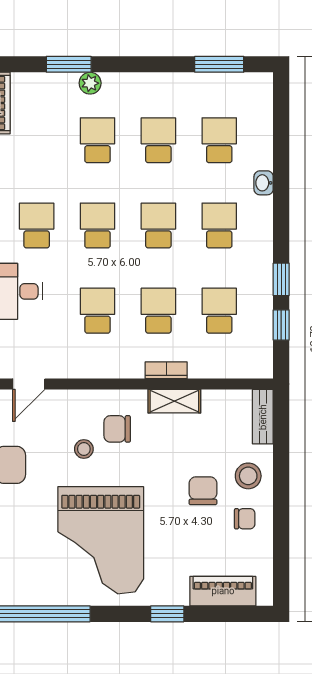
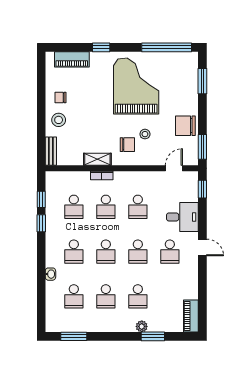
chair: (203, 491) -> (82, 112), removed

